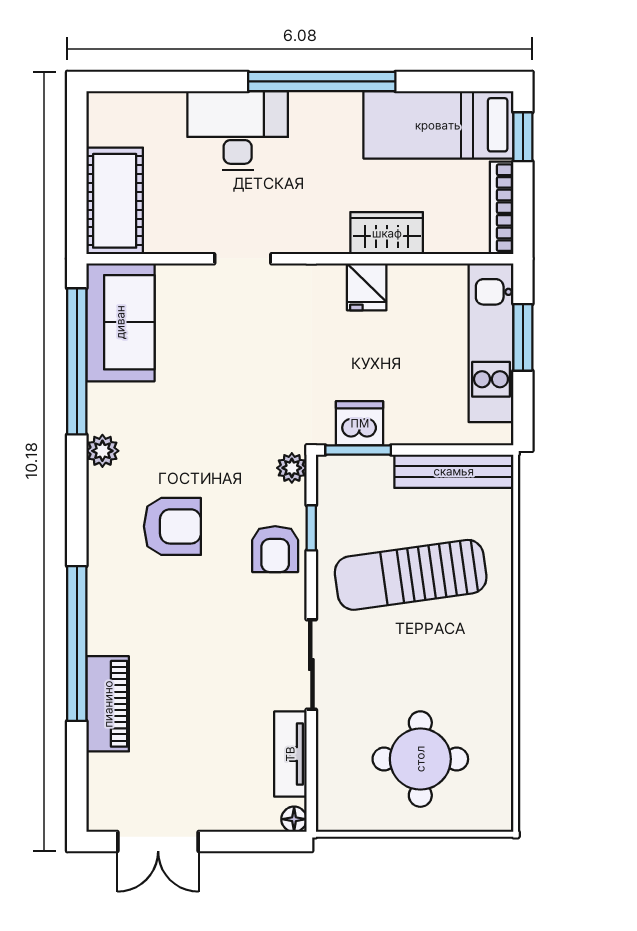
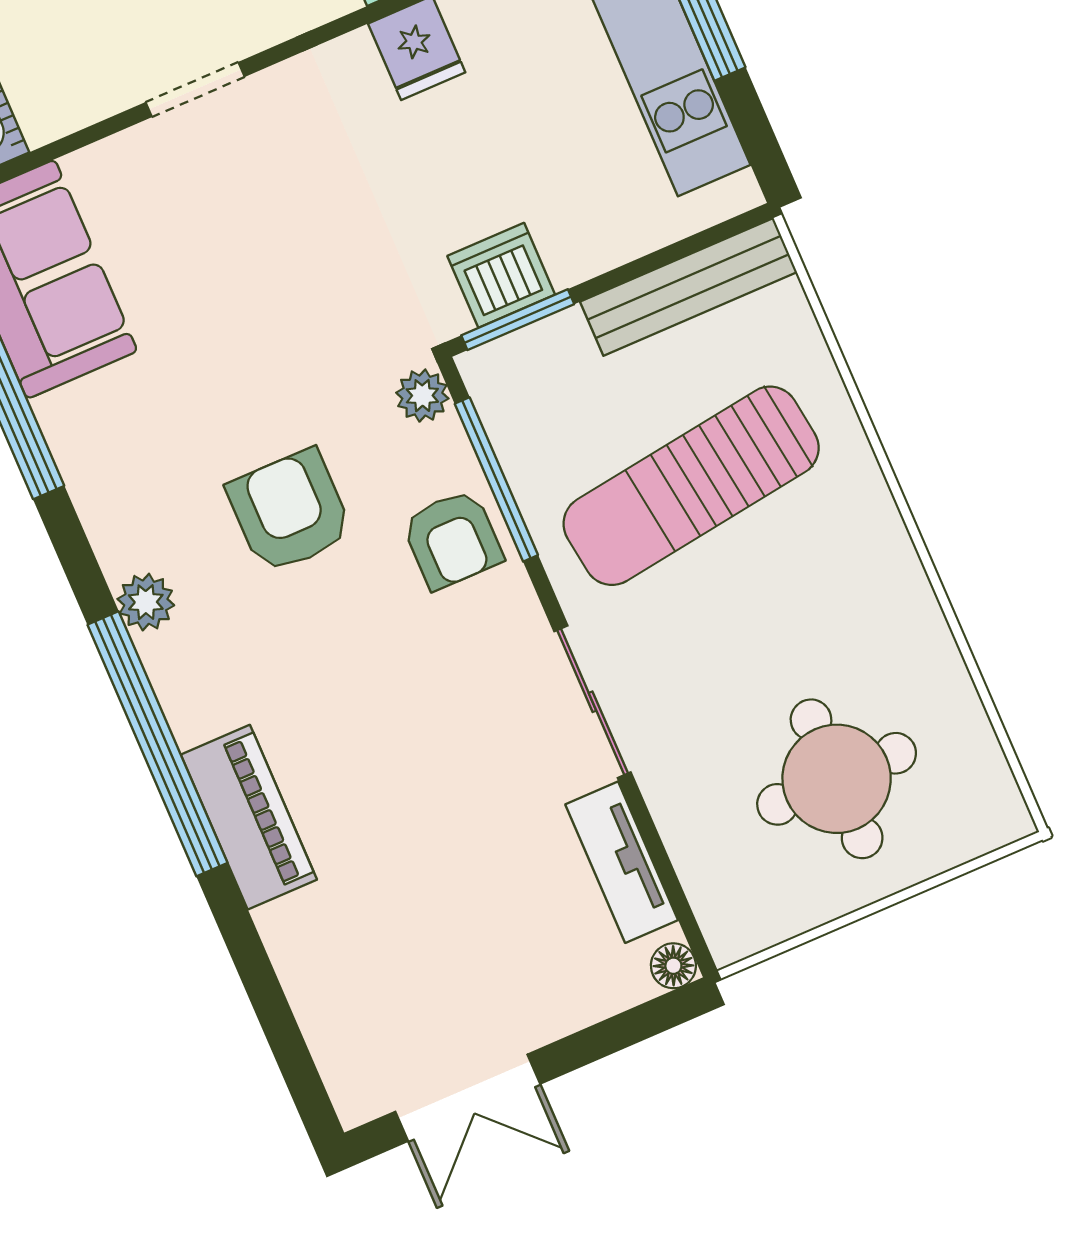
plant: (102, 451) -> (146, 602), moved
armchair: (172, 526) -> (290, 511), moved, turned -90
window: (311, 528) -> (496, 479), width x2.17
window: (77, 644) -> (157, 744), moved
piano: (108, 704) -> (249, 817), moved

